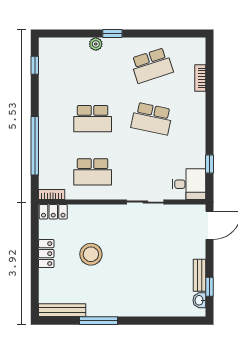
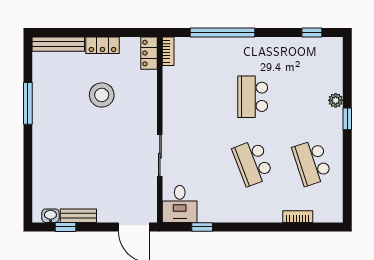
school desk: (152, 119) -> (253, 163), turned -33
school desk: (93, 172) -> (193, 97), removed
bench: (62, 310) -> (58, 44), moved, turned 90

